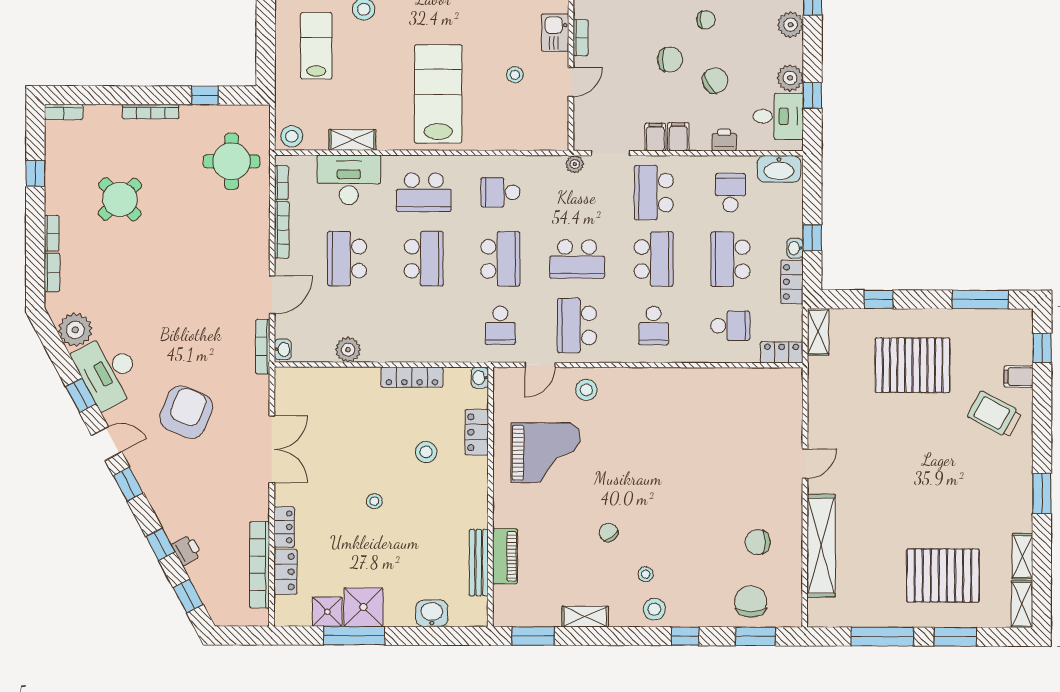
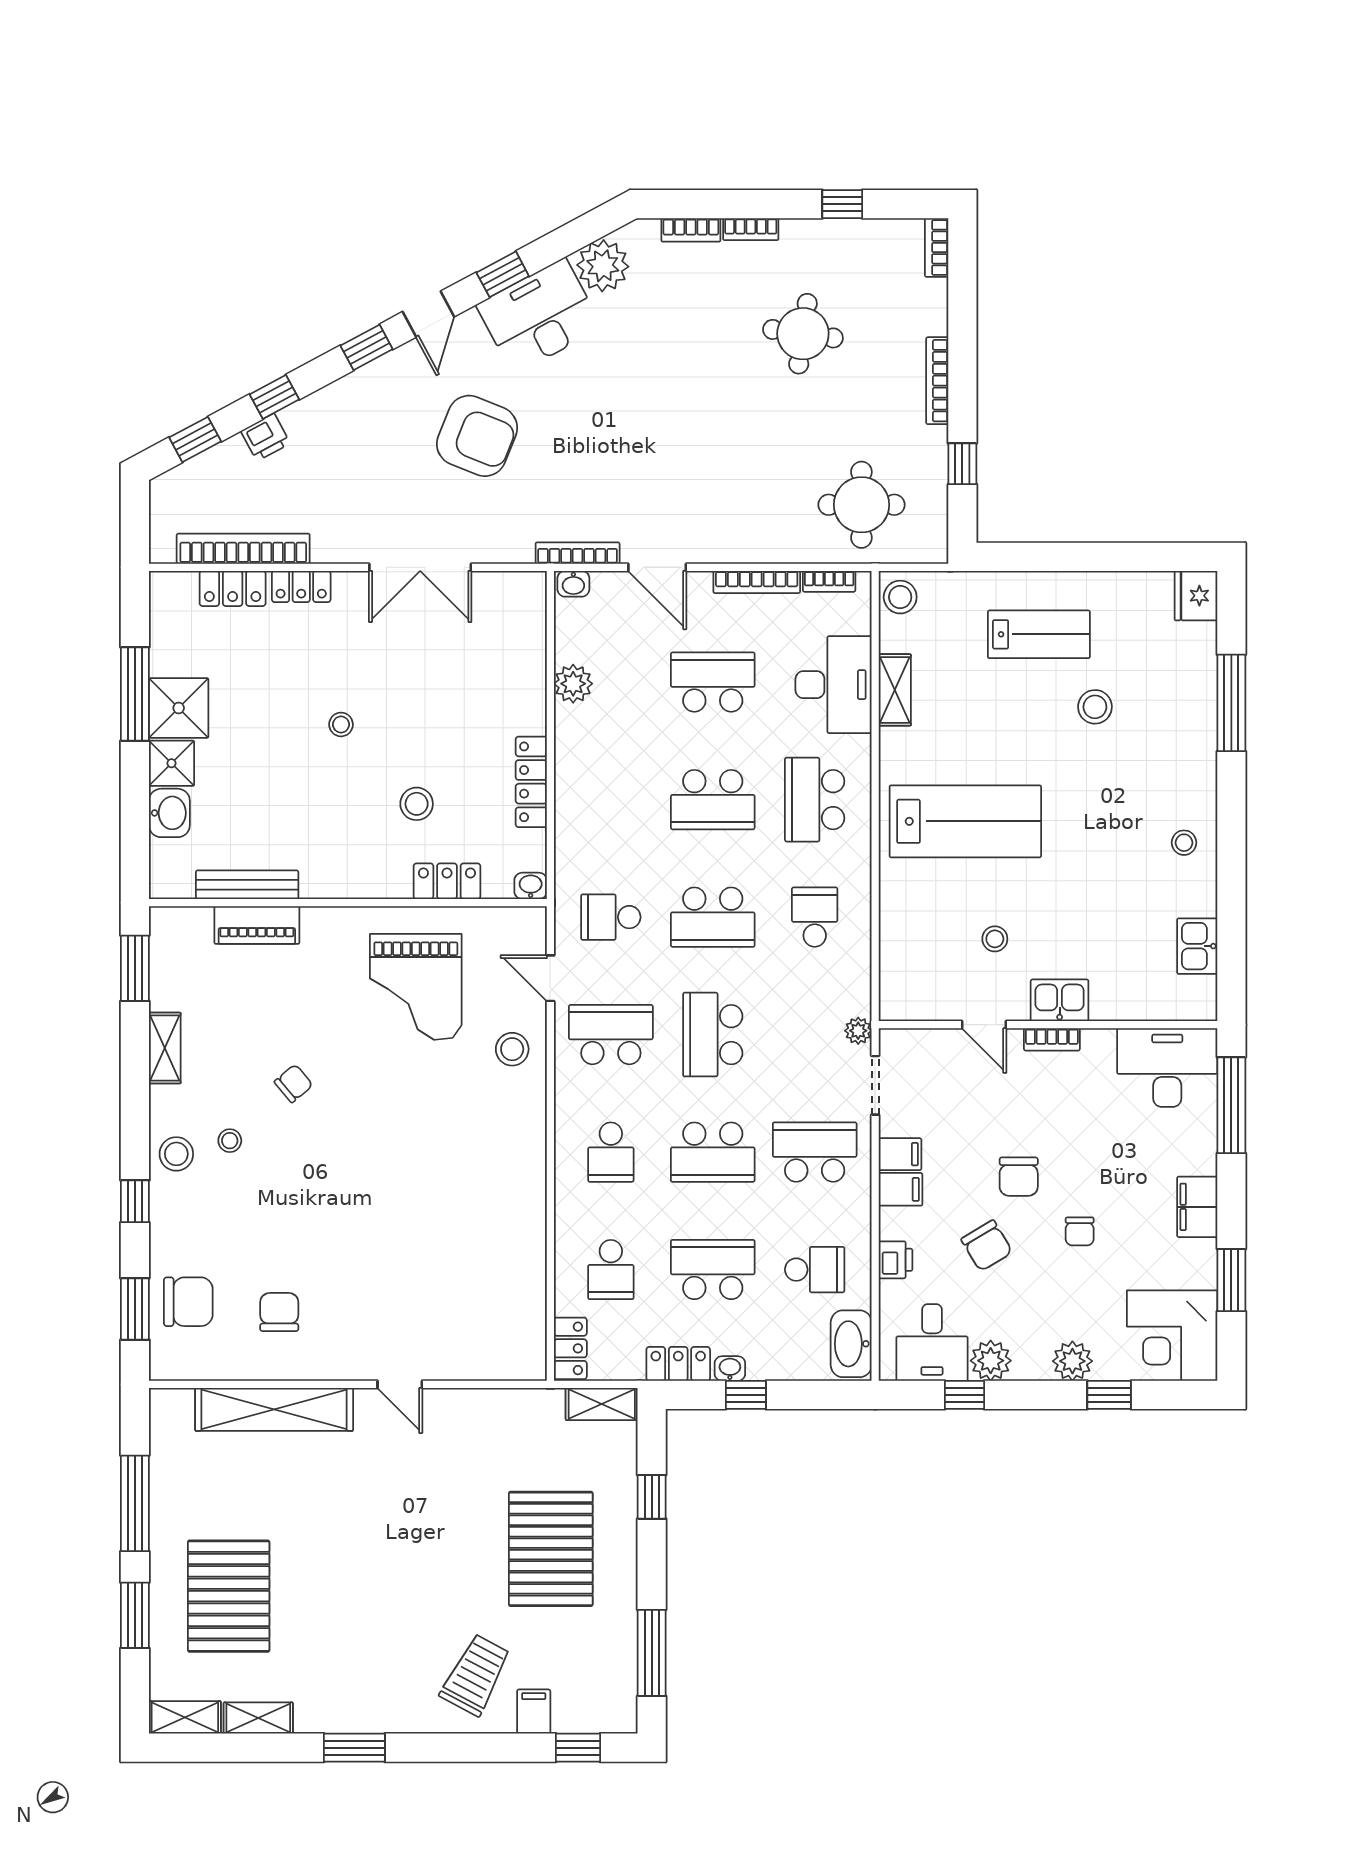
round table: (120, 199) -> (803, 334), turned -38
school desk: (654, 326) -> (611, 1152), turned -90
shower: (327, 612) -> (171, 763), moved

